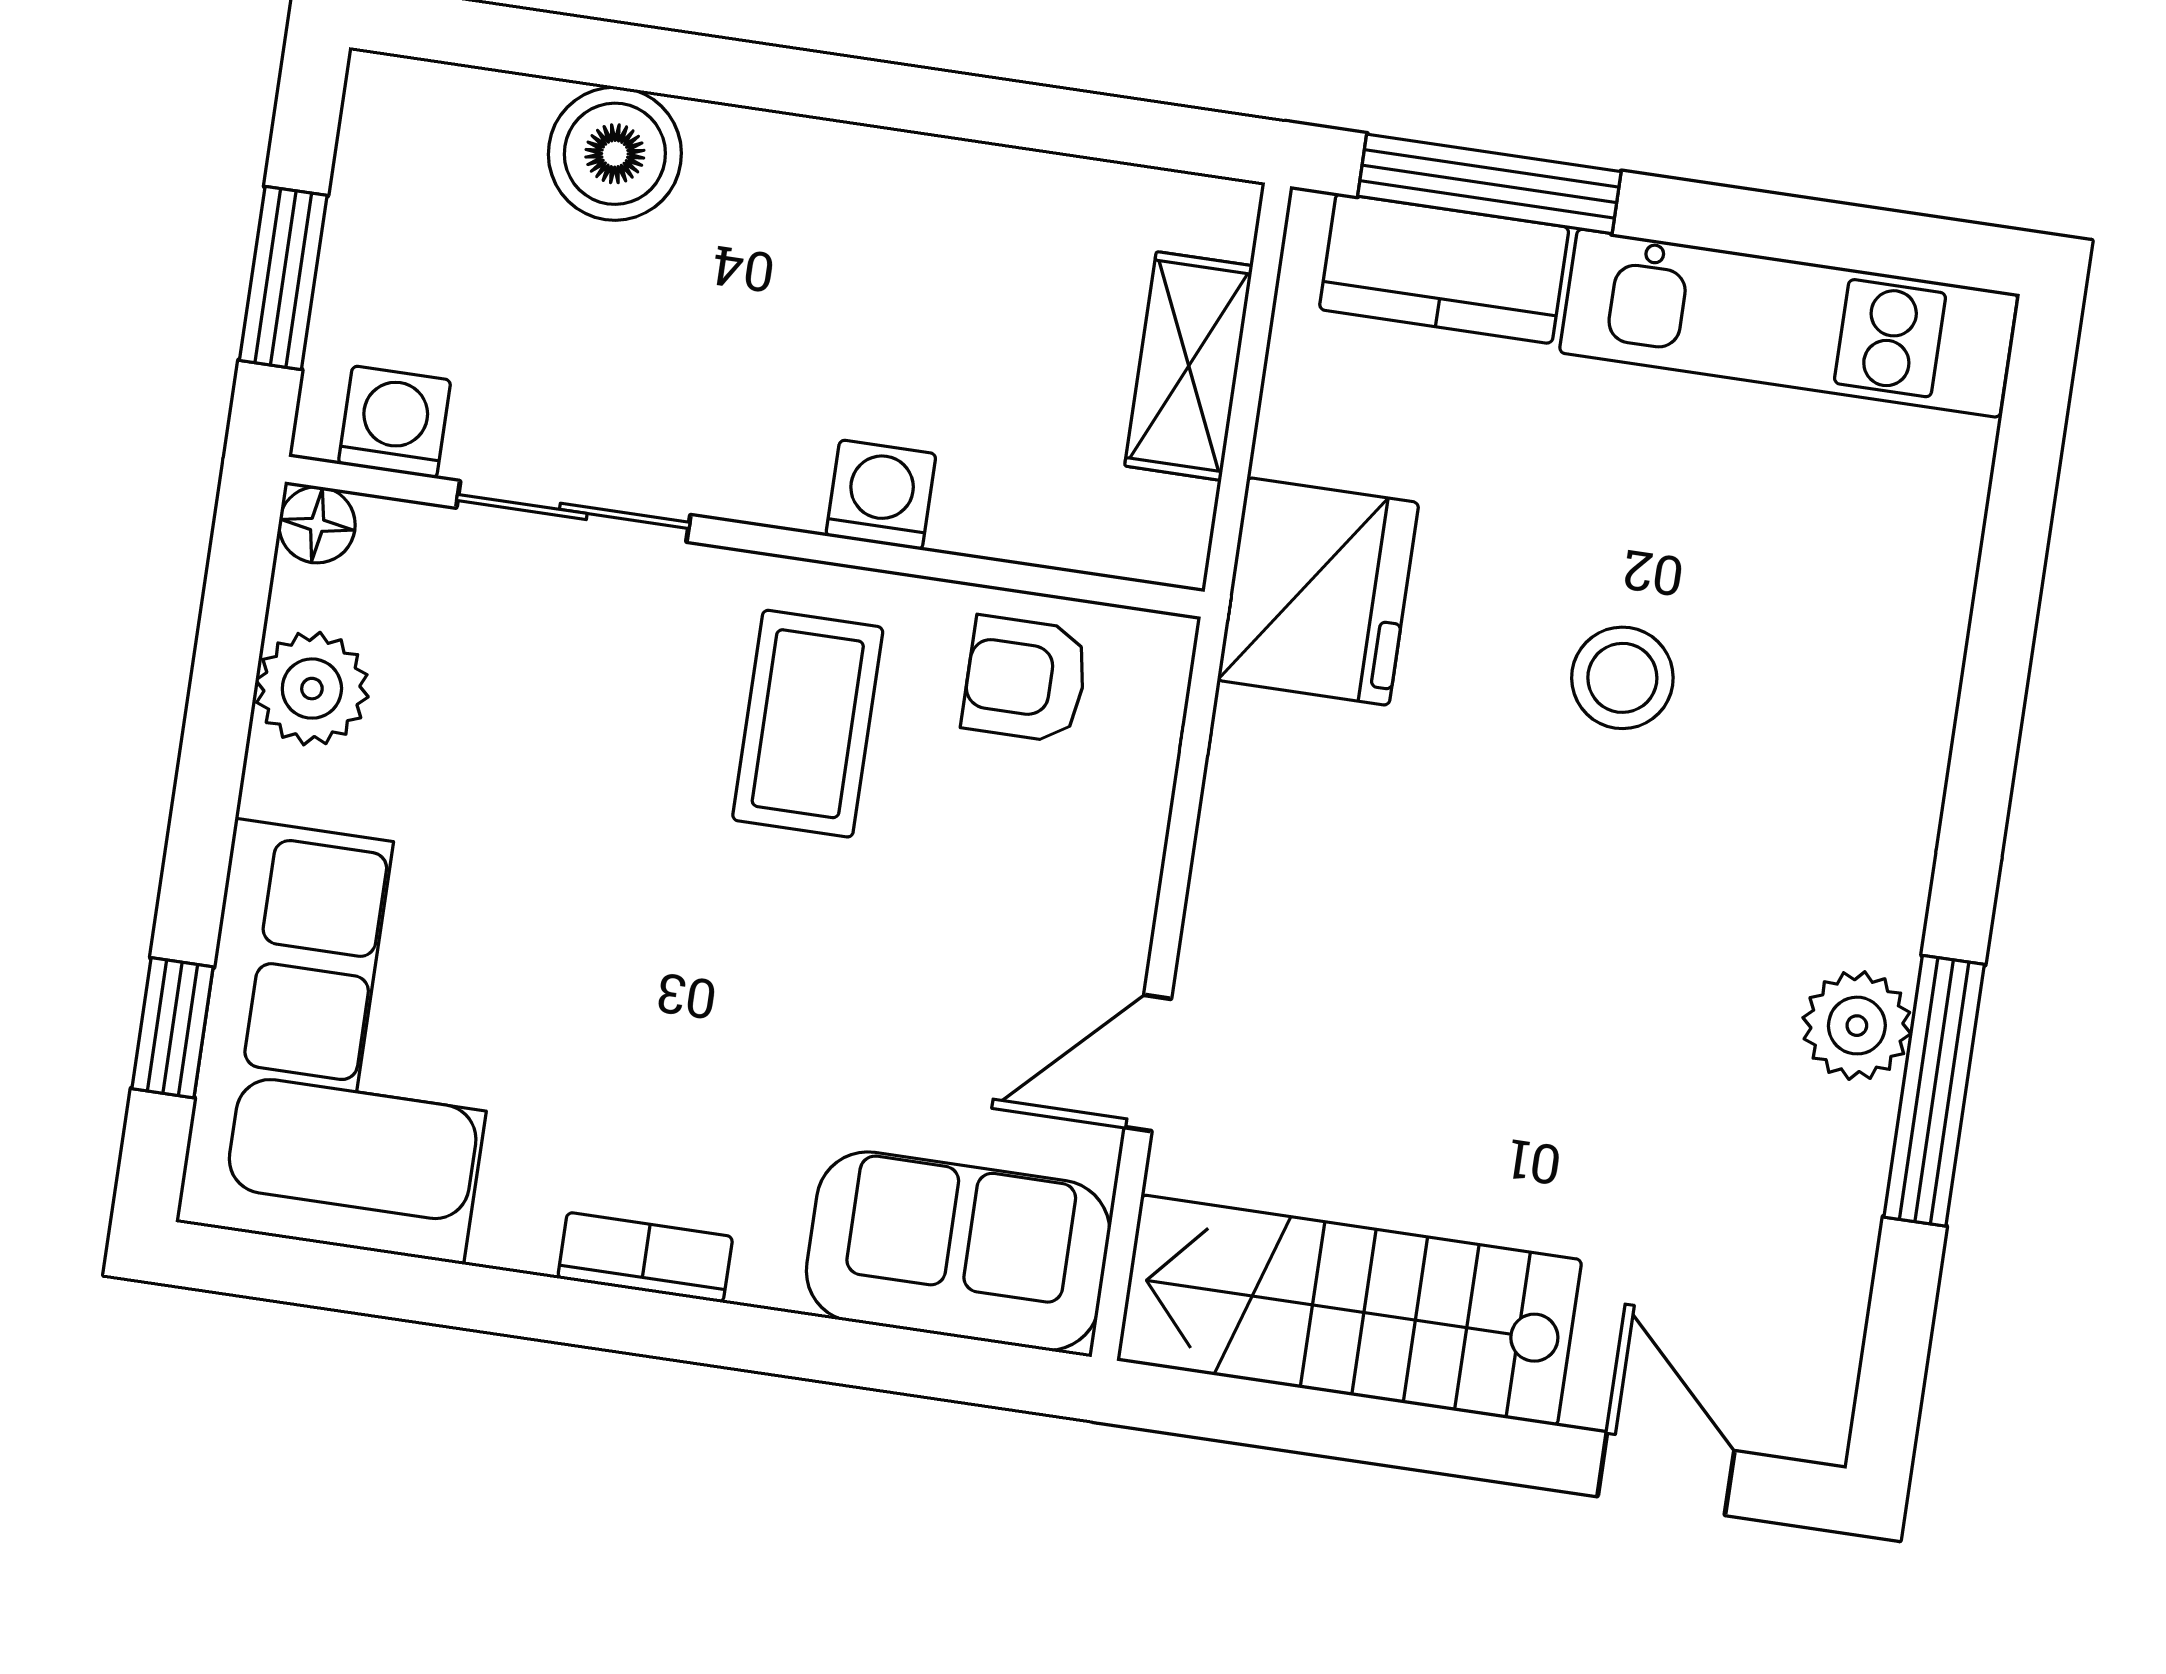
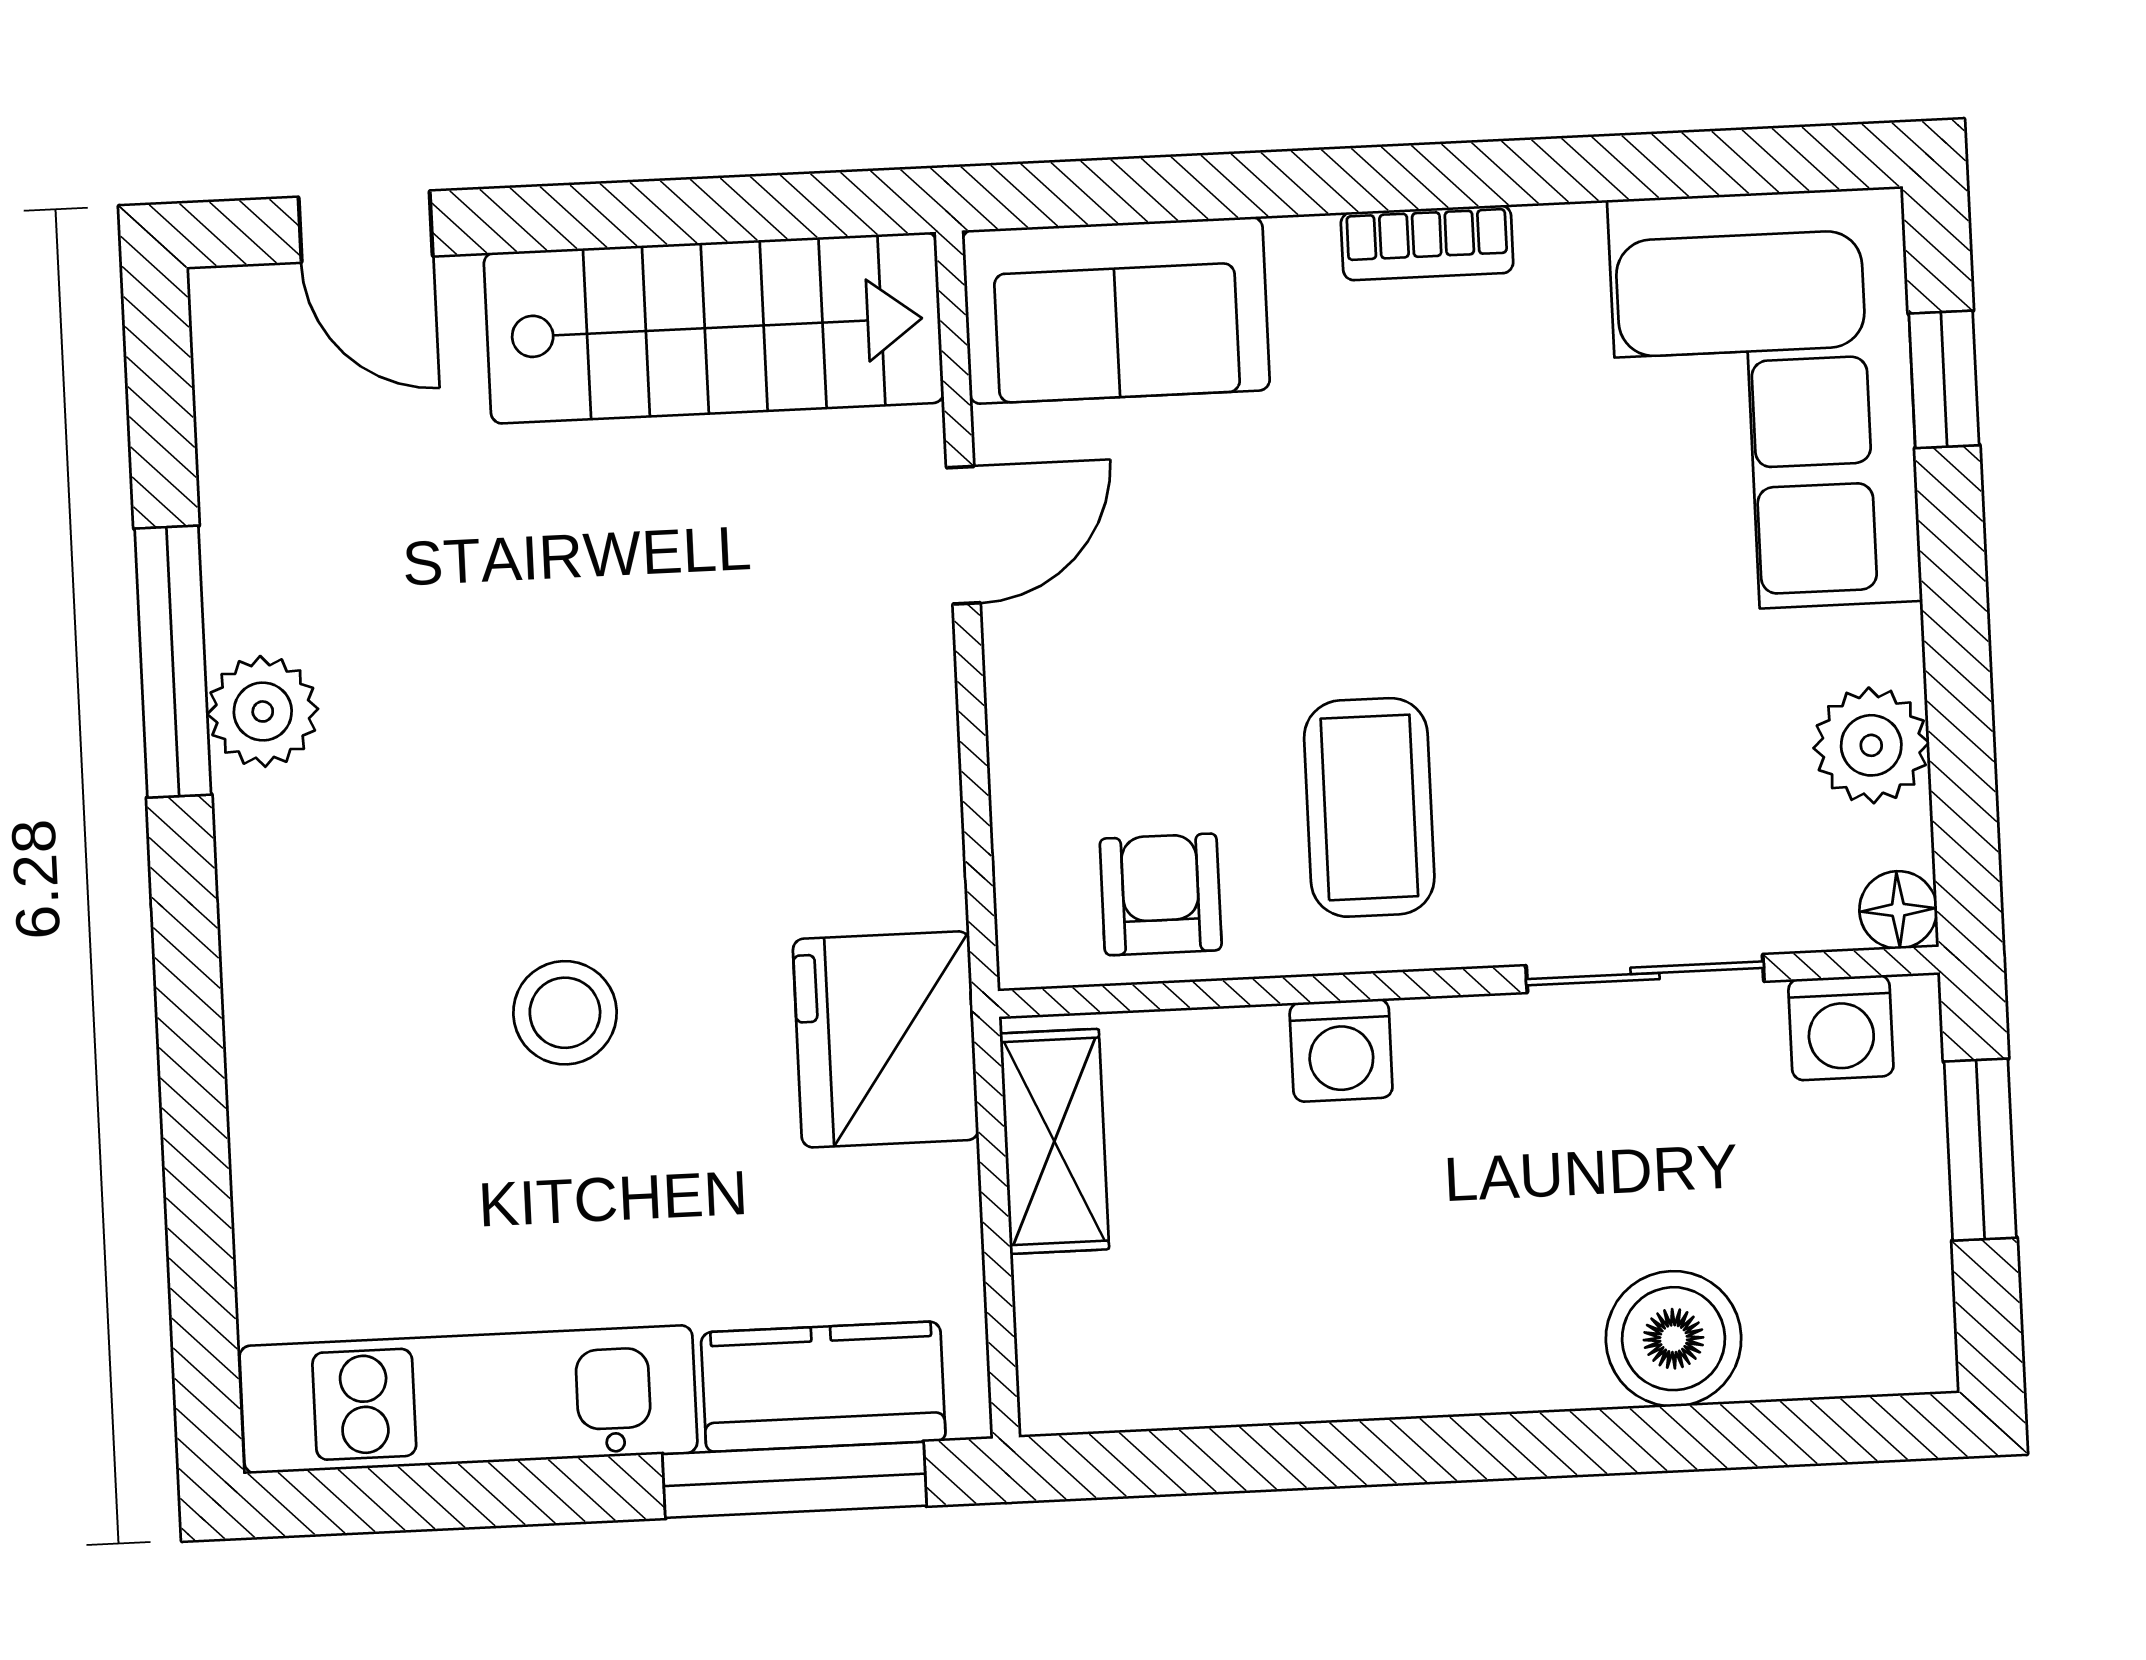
shelving: (1189, 366) -> (1054, 1141), moved
armchair: (1025, 679) -> (1161, 894), turned -90

